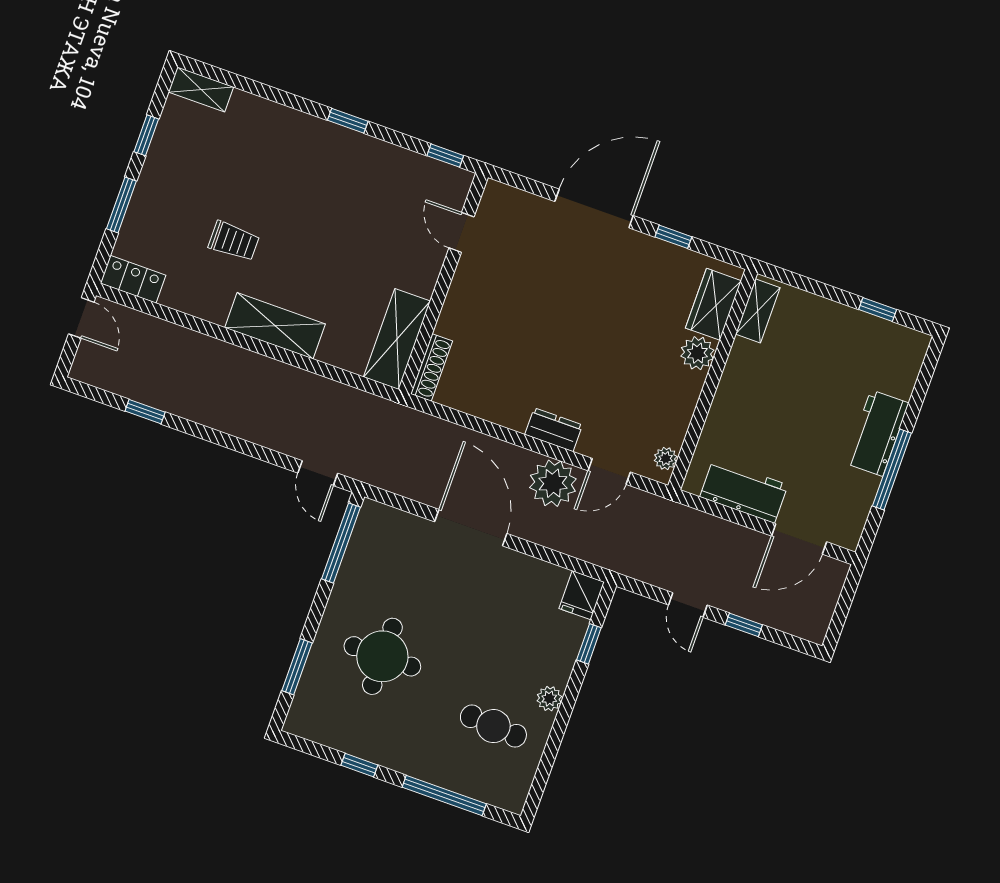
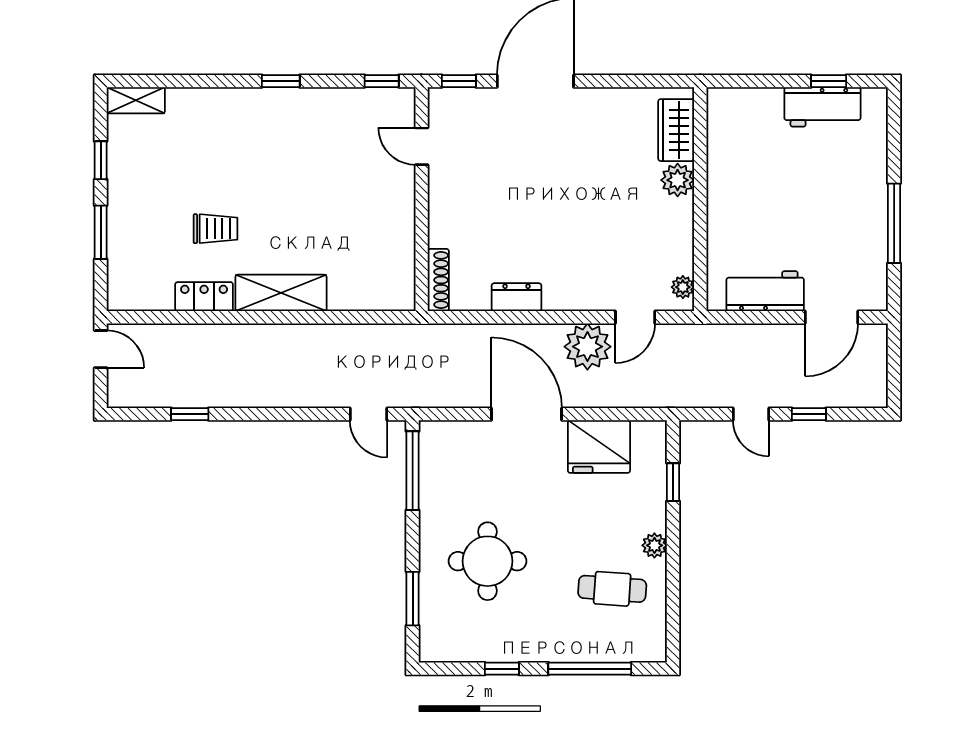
window: (673, 237) -> (459, 81), moved
locker: (133, 279) -> (204, 297), moved
shelving: (758, 311) -> (719, 122), removed
shelving: (397, 339) -> (397, 265), removed
dresser: (554, 430) -> (517, 297), moved
workbench: (877, 433) -> (822, 107), moved, turned -90
fridge: (582, 595) -> (599, 447), moved, width x1.88, depth x1.34

